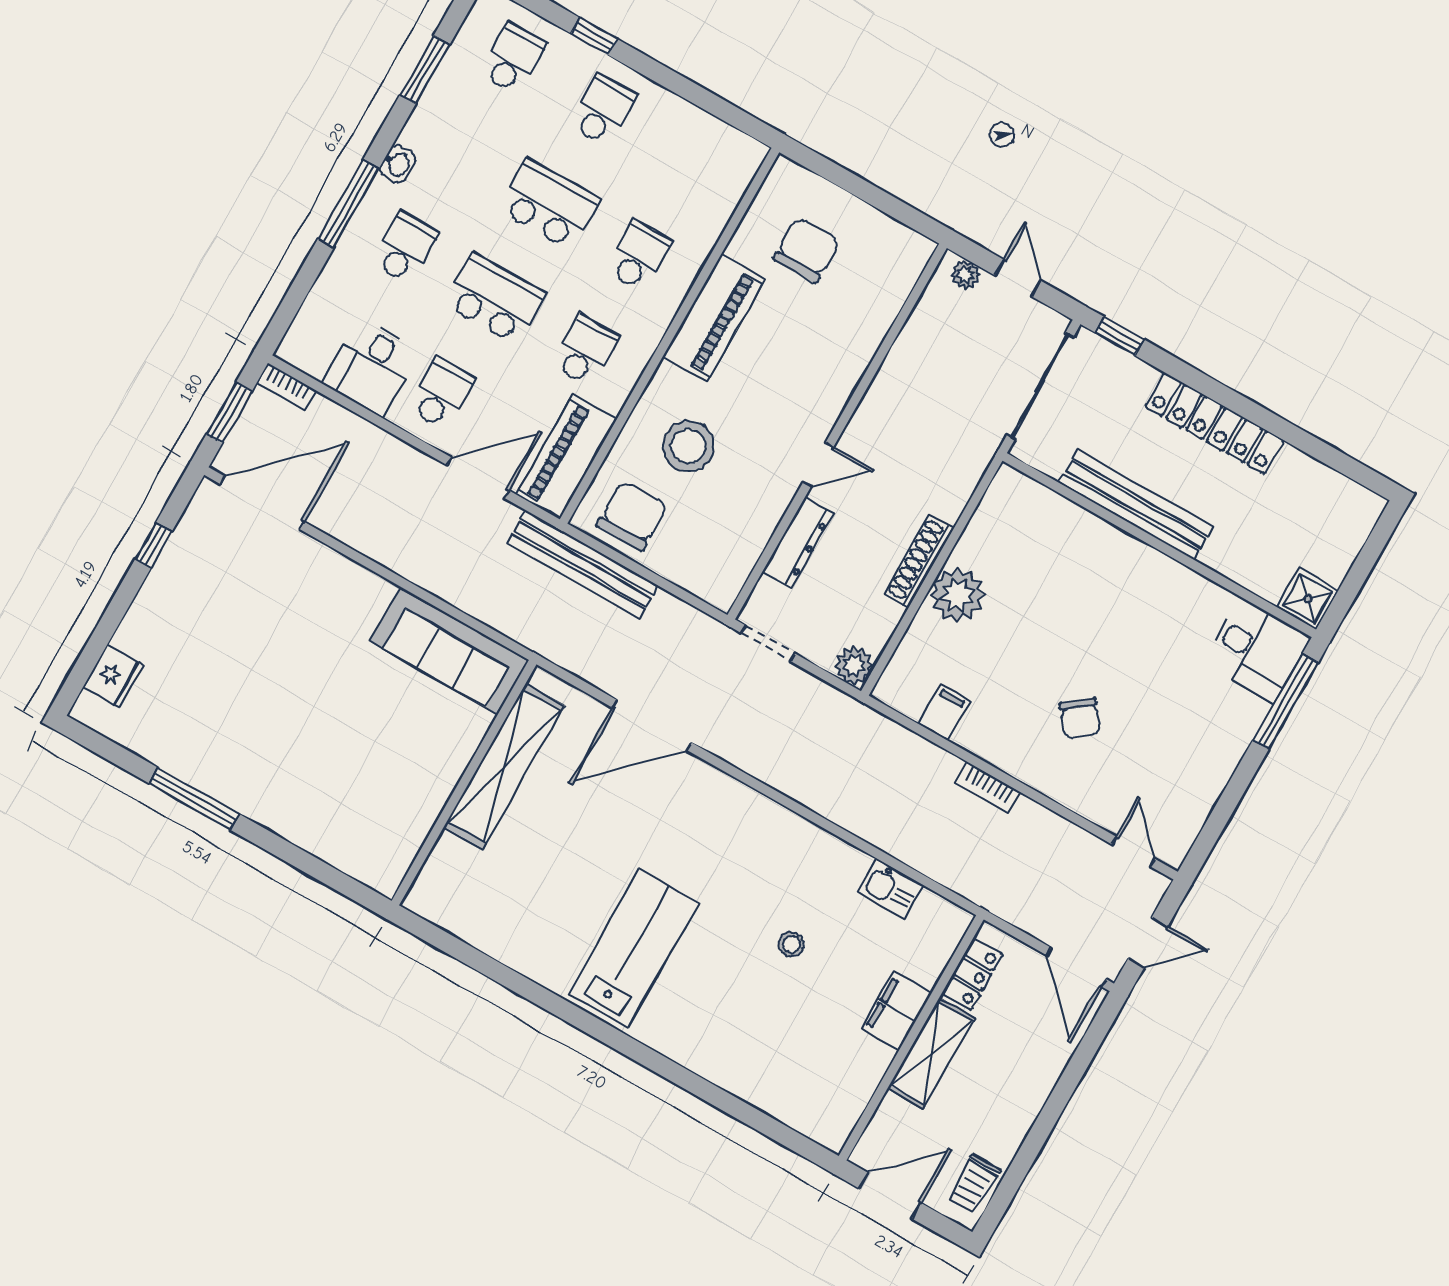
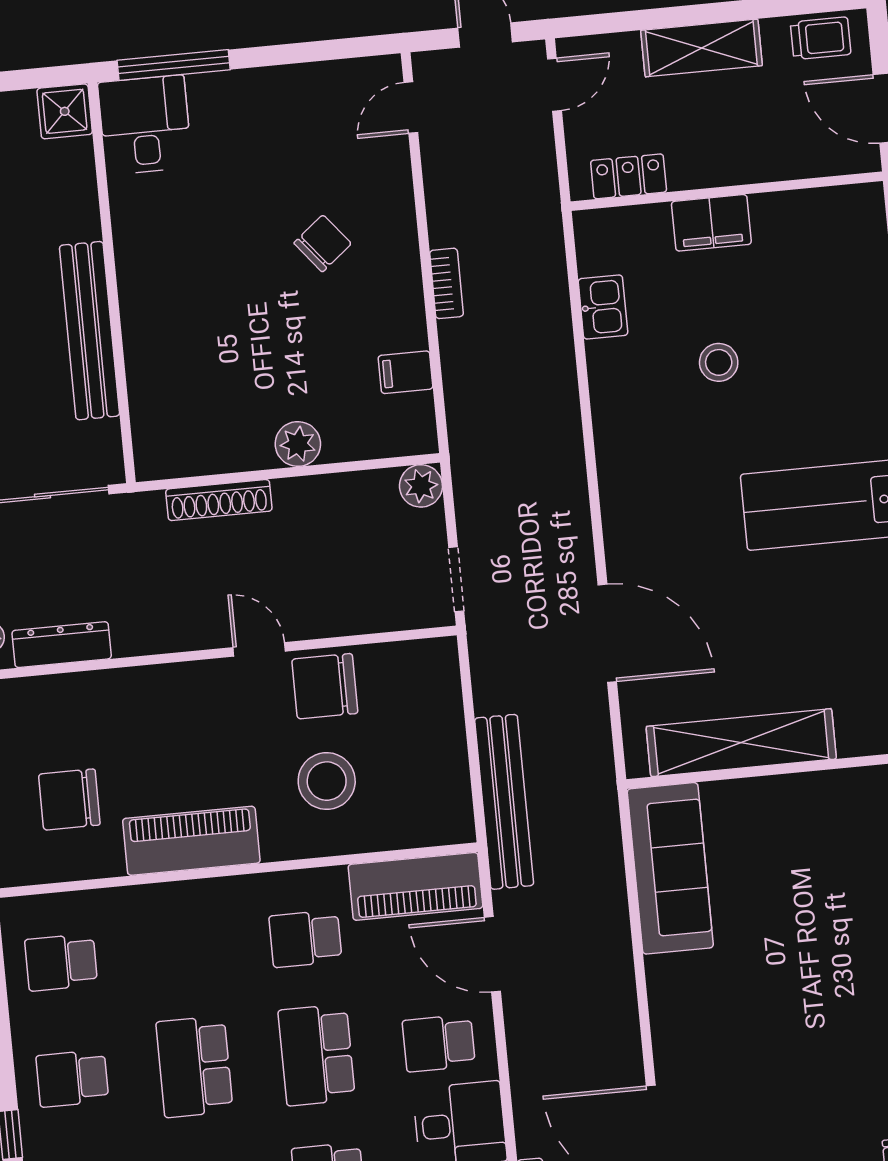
school desk: (639, 256) -> (61, 962), moved
chair: (632, 516) -> (325, 686), moved
dresser: (798, 543) -> (62, 645), moved
shoe rack: (919, 561) -> (219, 500), moved
plant: (957, 595) -> (298, 444), width x0.73, depth x0.73
stool: (791, 944) -> (719, 362), width x1.37, depth x1.37
door: (1077, 967) -> (554, 85), width x0.73
shelving: (931, 1053) -> (701, 48), moved

